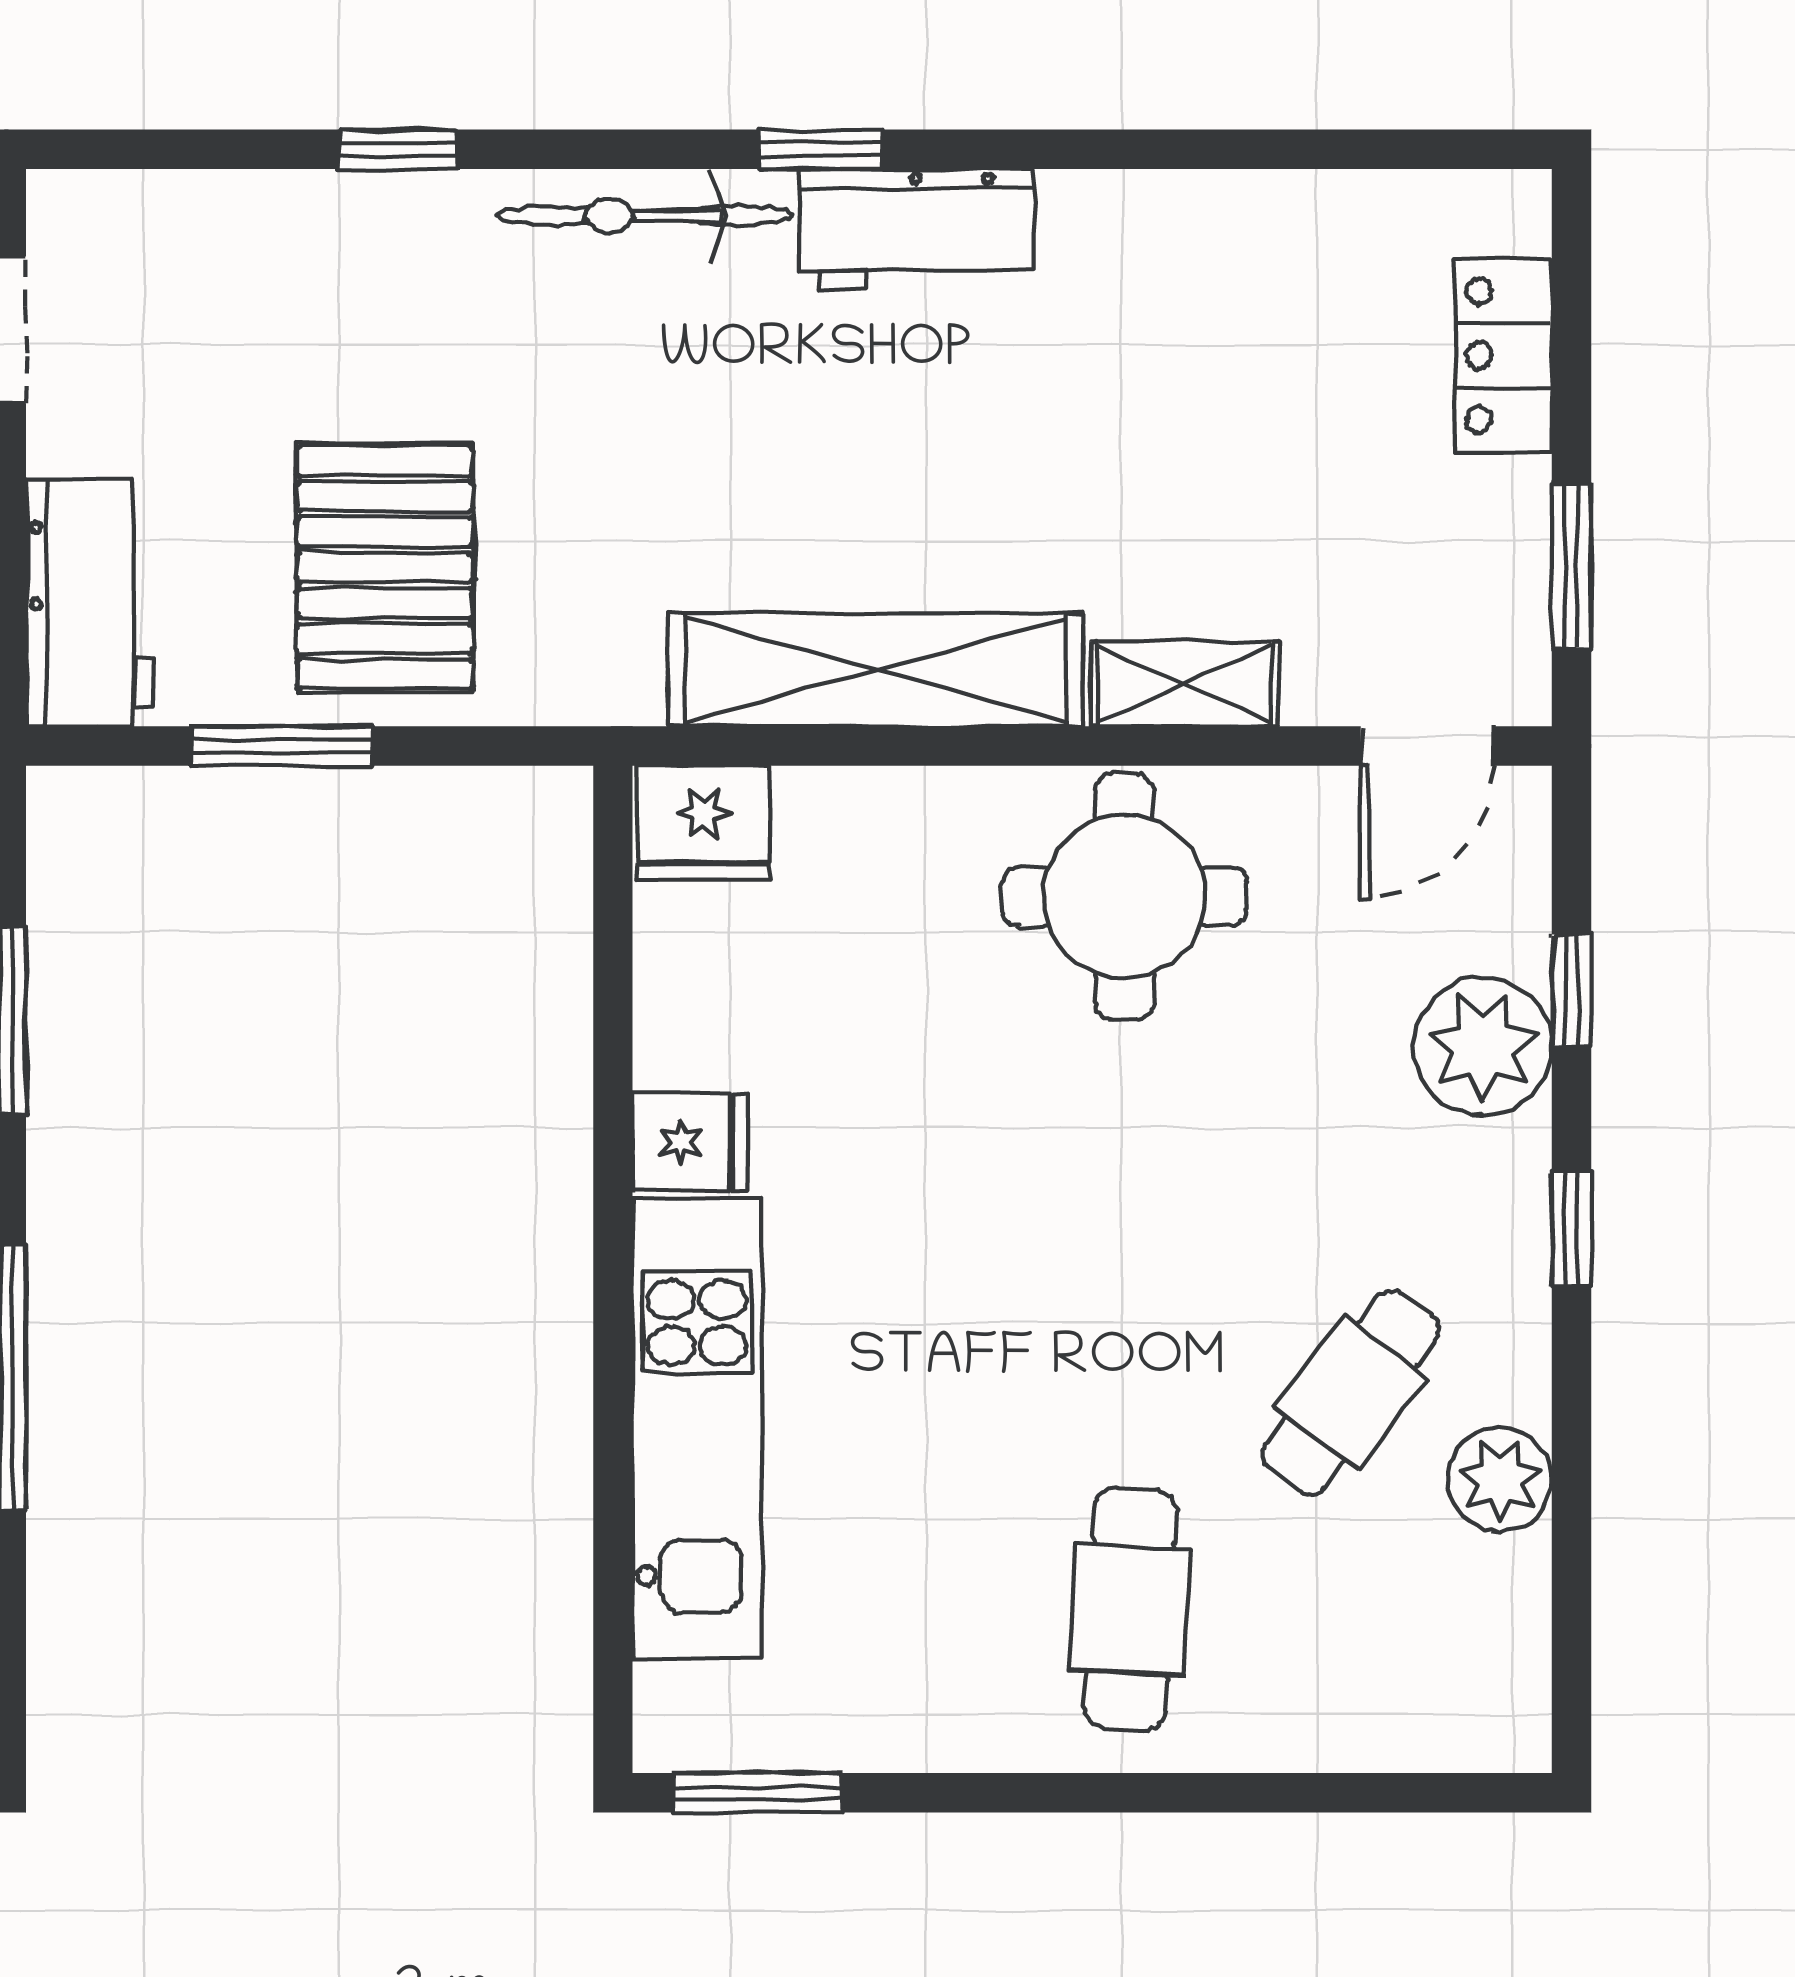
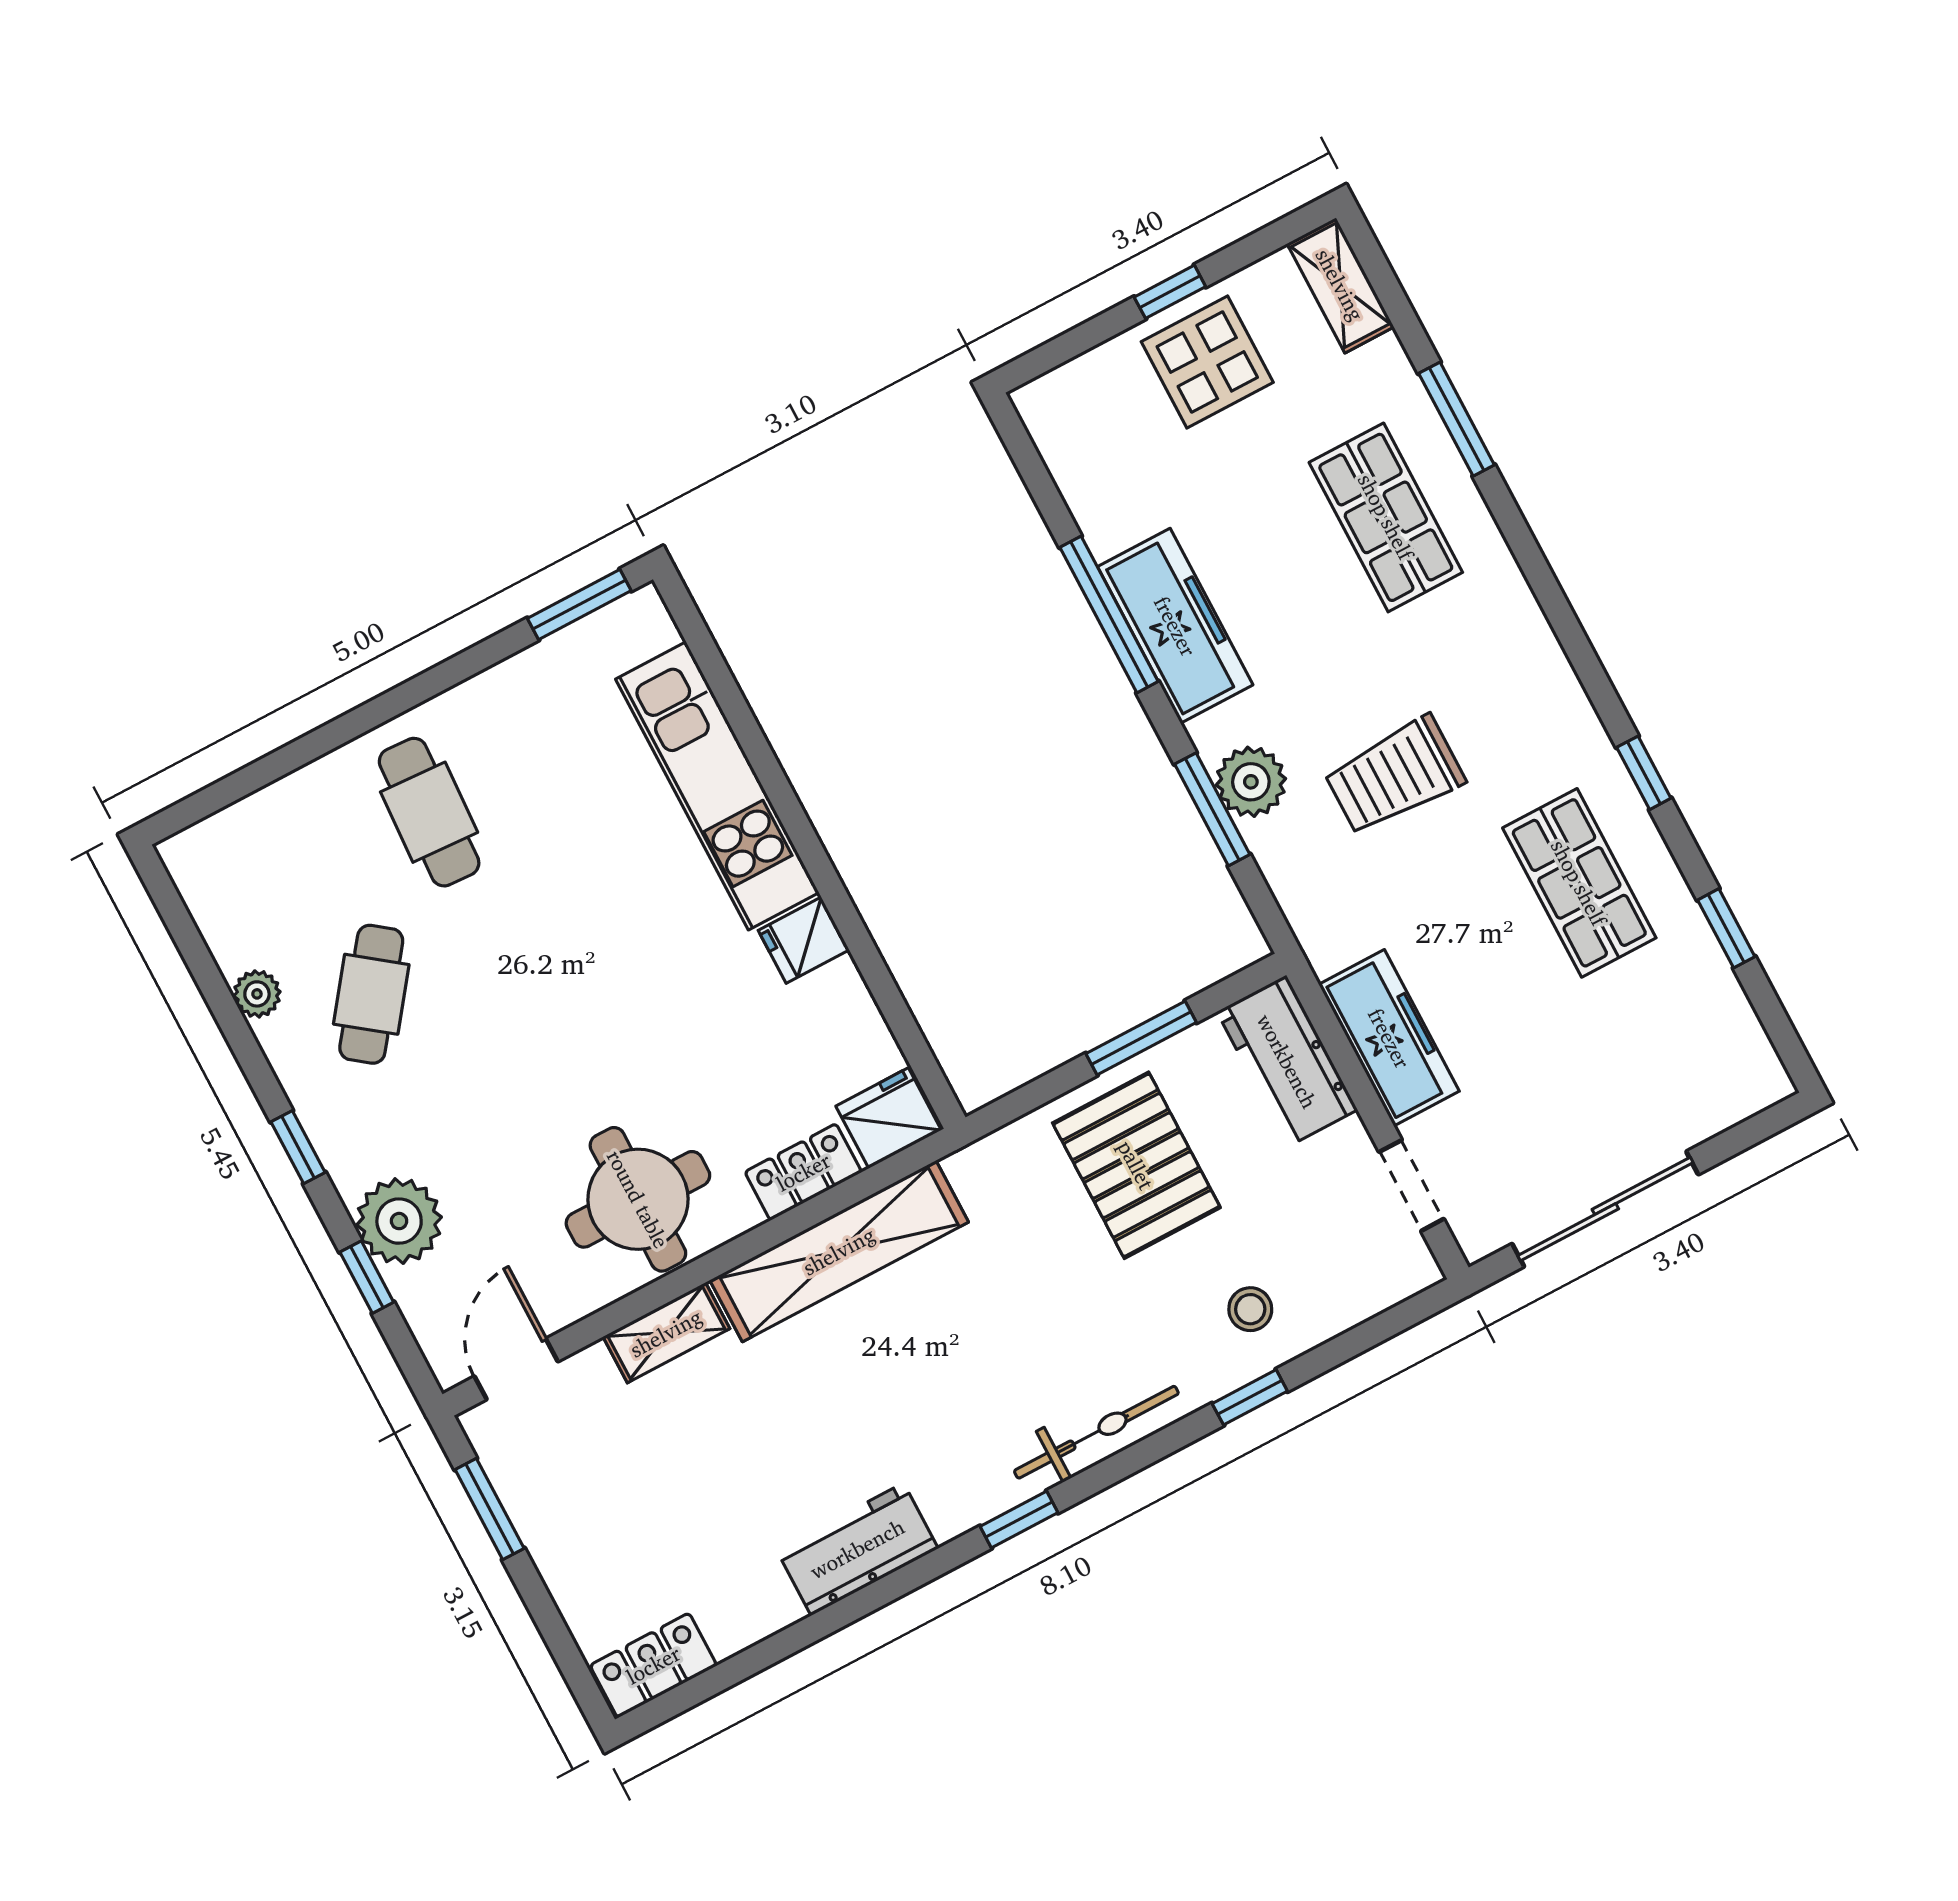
workbench: (917, 229) -> (857, 1549), moved
stool: (331, 275) -> (1250, 1309), added
locker: (1503, 356) -> (653, 1665), moved, turned -90
locker: (867, 810) -> (803, 1172), added
plant: (1500, 1479) -> (257, 994), width x0.73, depth x0.73

